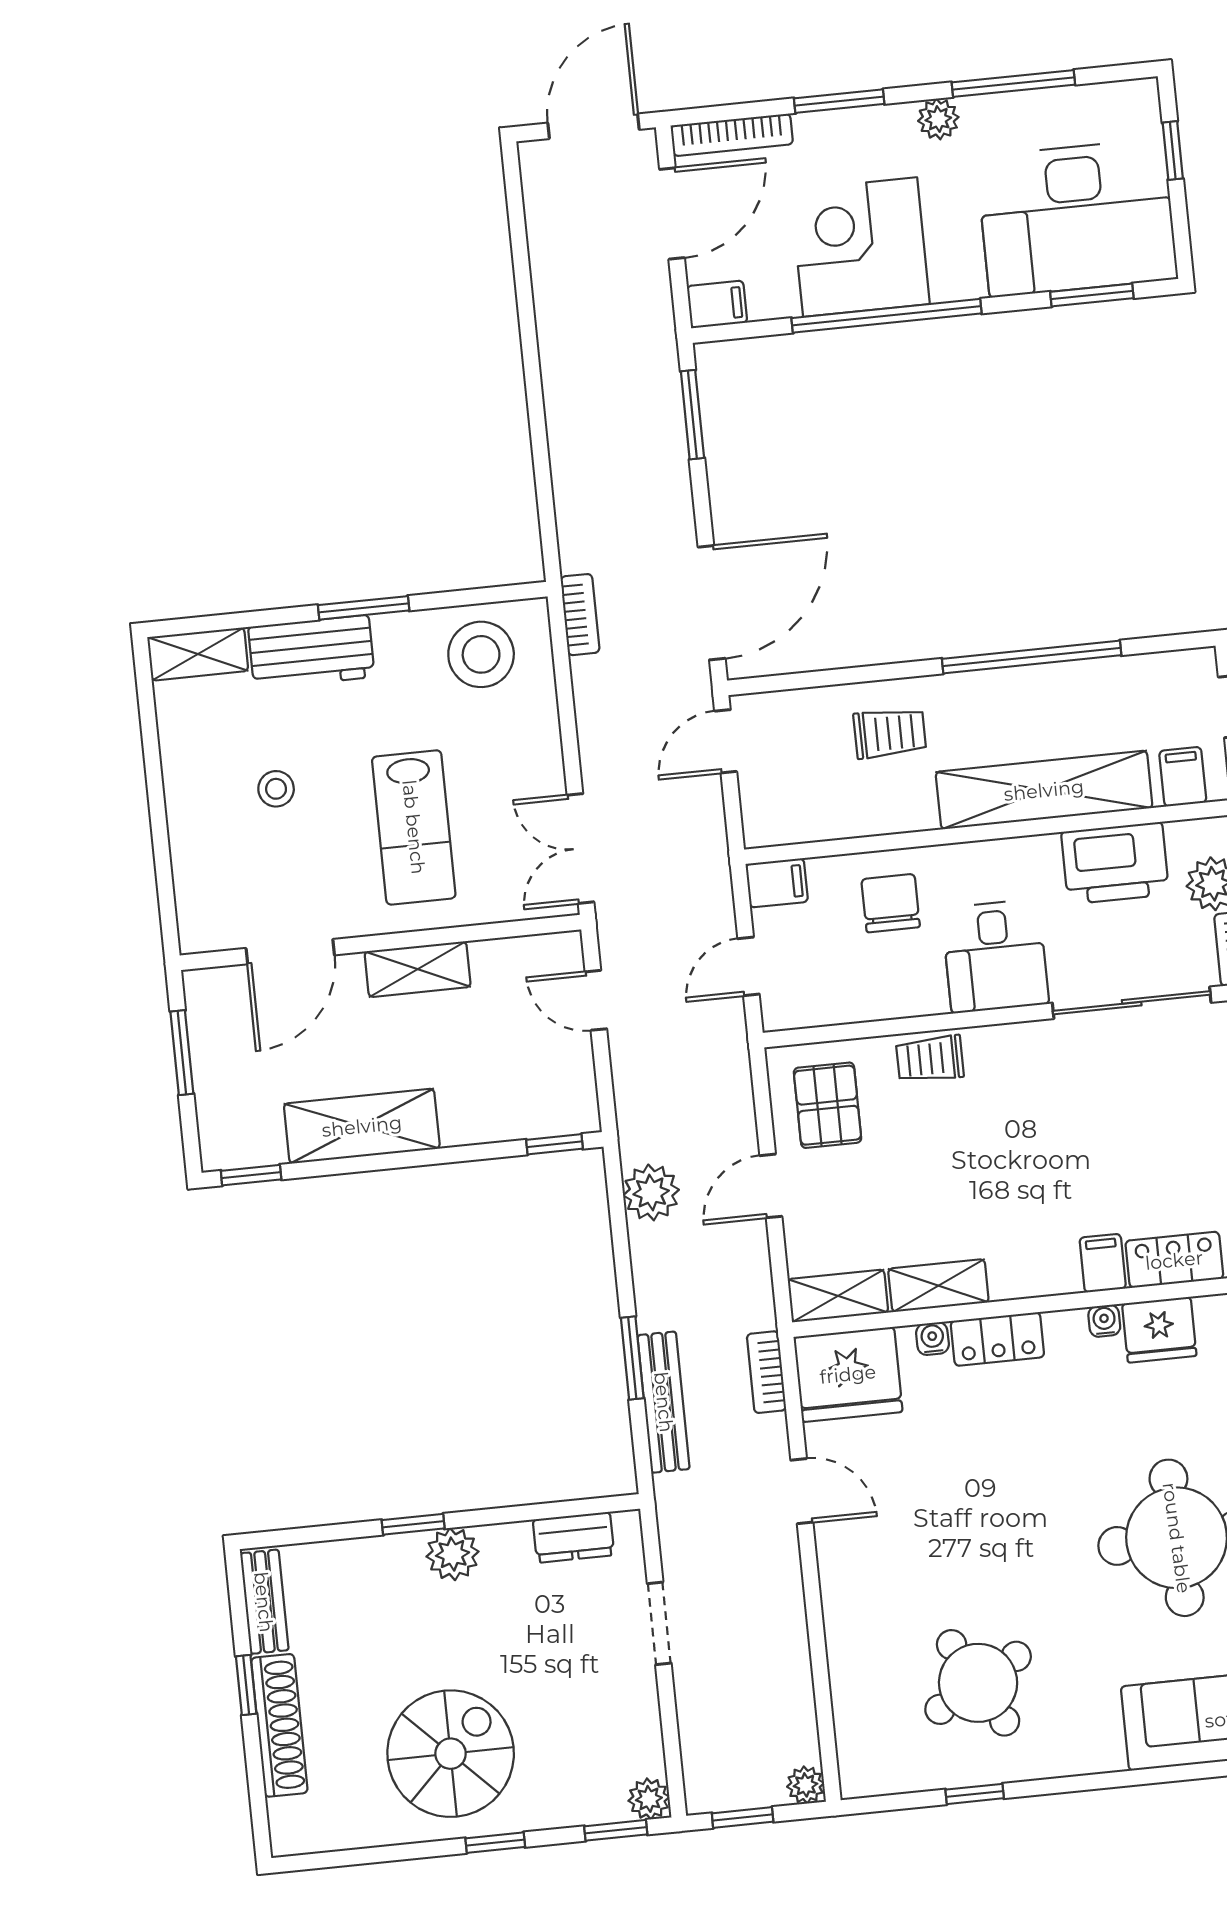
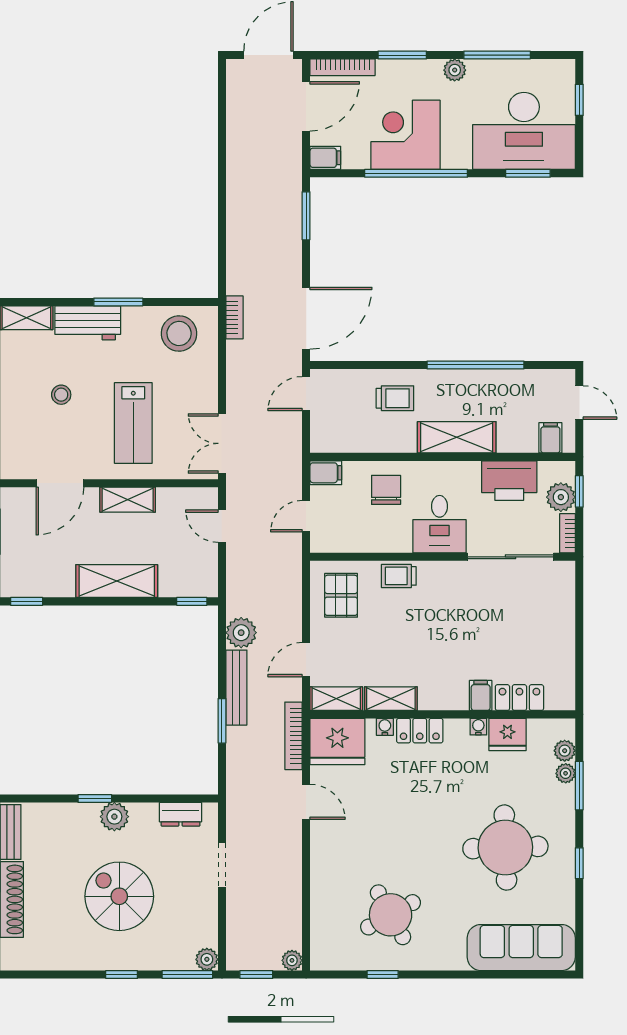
shelving: (1044, 790) -> (457, 437), width x0.68
shelving: (362, 1126) -> (117, 581), moved
door: (771, 1186) -> (306, 660), moved
bookcase: (766, 1372) -> (293, 736), width x1.56
bench: (664, 1402) -> (236, 688), moved
spiral stairs: (451, 1754) -> (119, 896), moved, turned -90
window: (616, 1830) -> (187, 974), width x1.50

